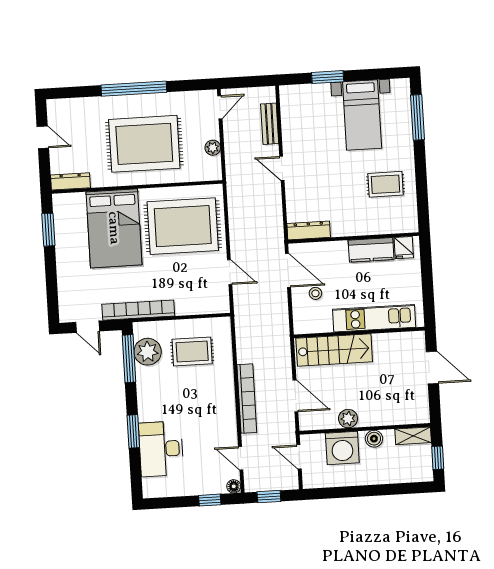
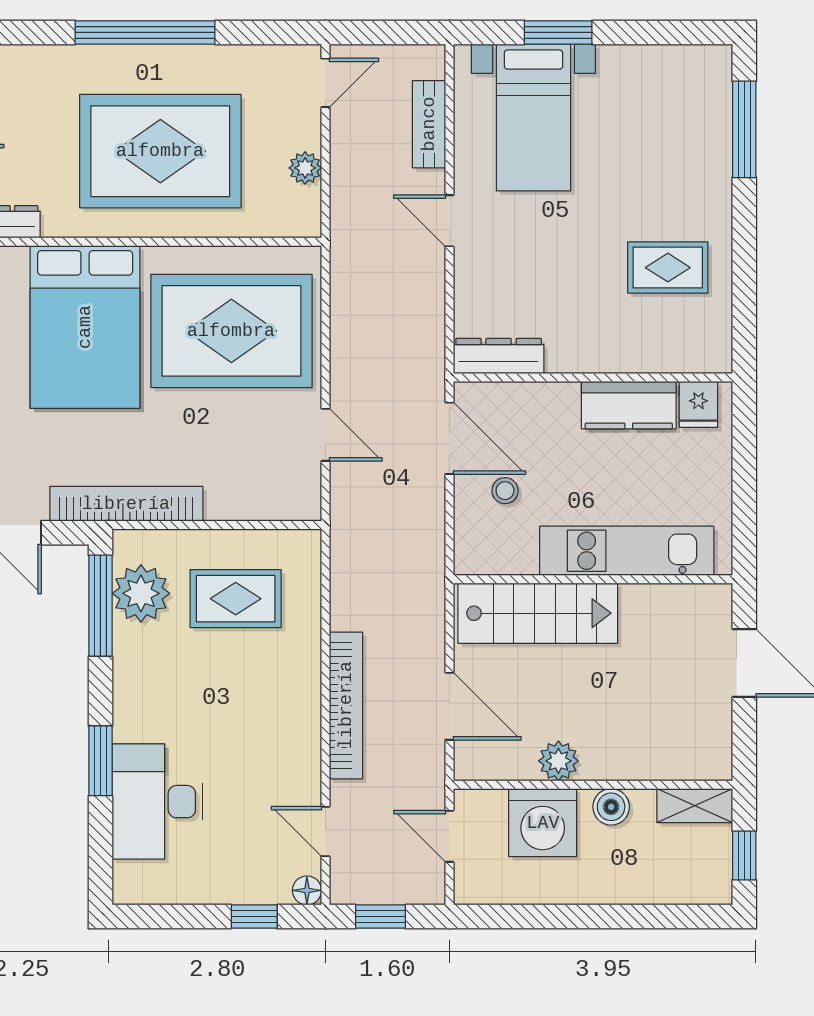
bed with nightstands: (362, 115) -> (533, 117), moved

